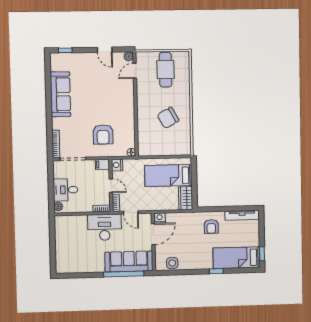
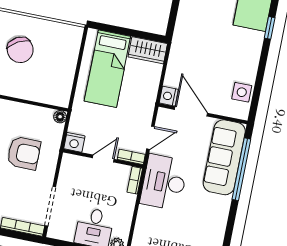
filing cabinet: (102, 164) -> (69, 164), removed
armchair: (211, 227) -> (200, 21), removed

